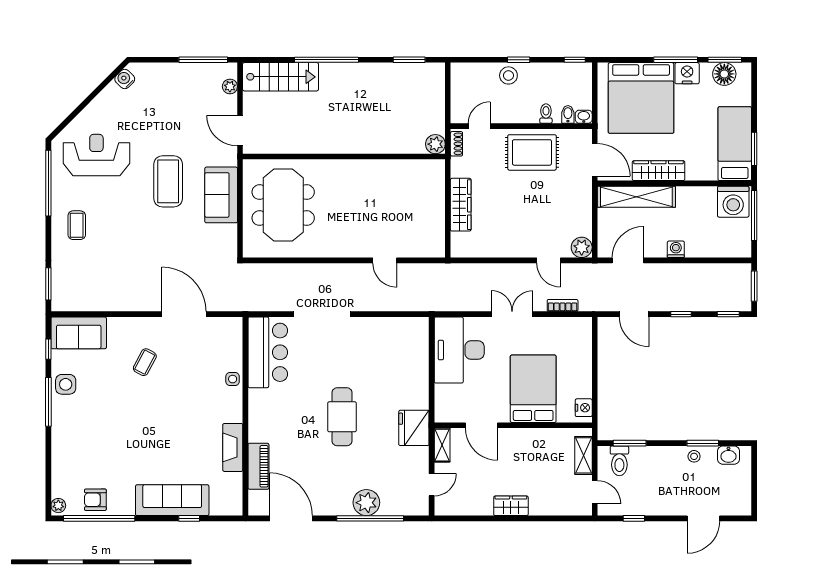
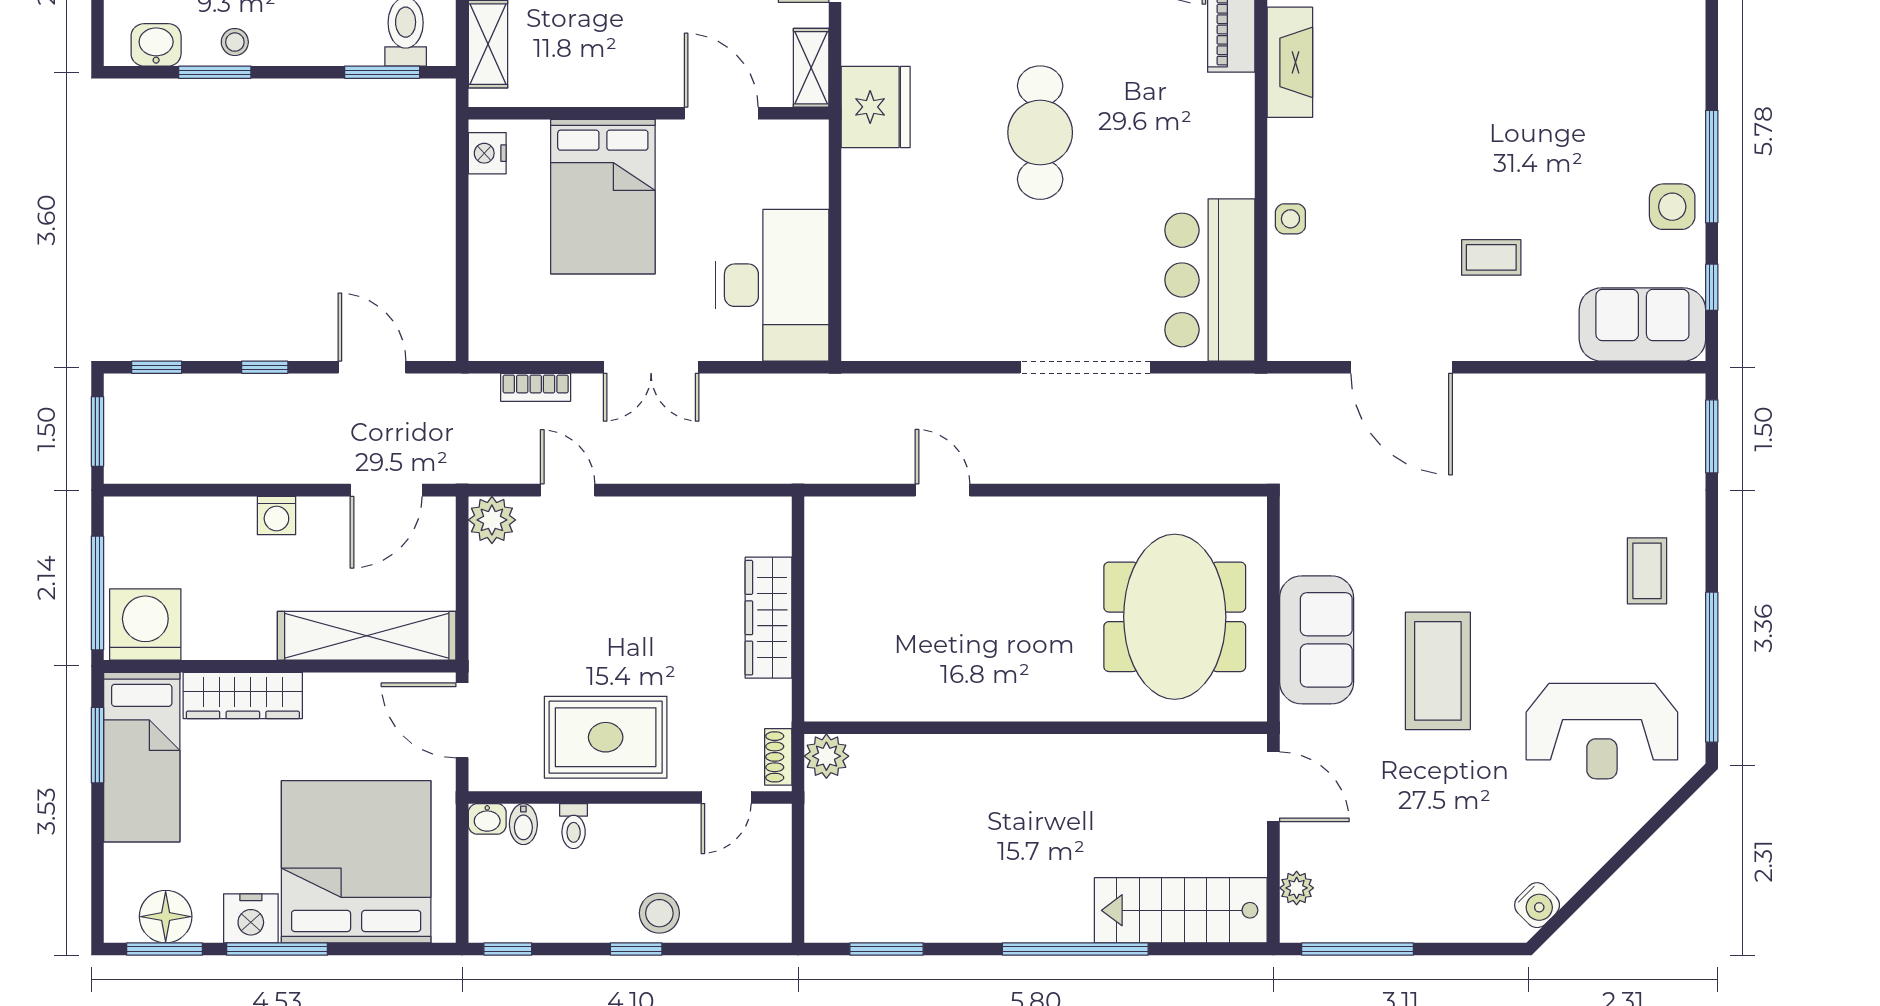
wardrobe: (659, 171) -> (243, 696), moved
coffee table: (145, 362) -> (1491, 257), turned 62

